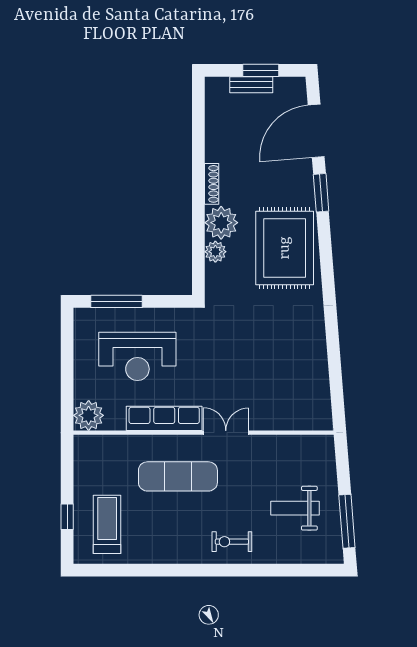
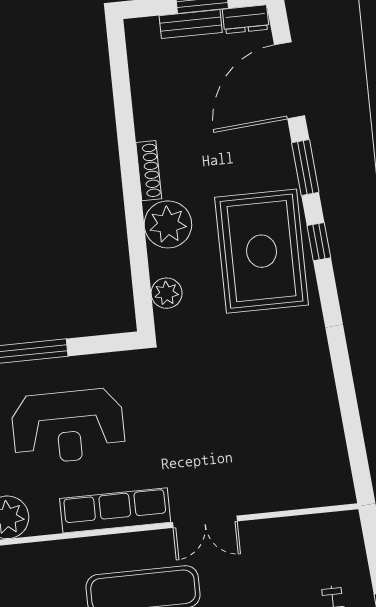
dresser: (290, 85) -> (246, 19), added
window: (325, 245) -> (319, 242), added
plant: (215, 252) -> (167, 293), moved
double door: (226, 433) -> (205, 522), swing flipped

